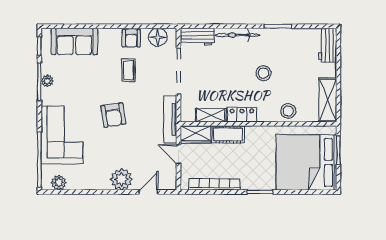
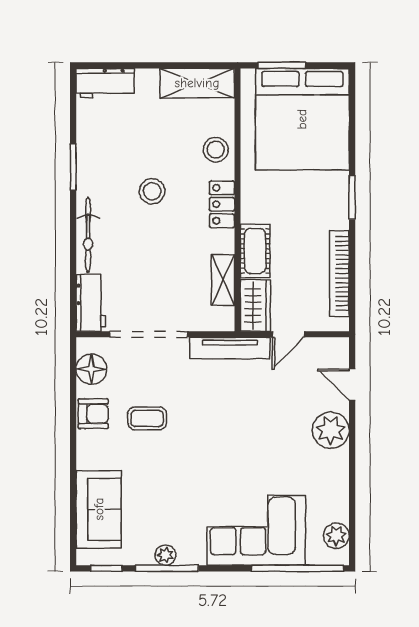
armchair: (113, 115) -> (223, 444), removed
locker: (242, 115) -> (222, 204), moved

